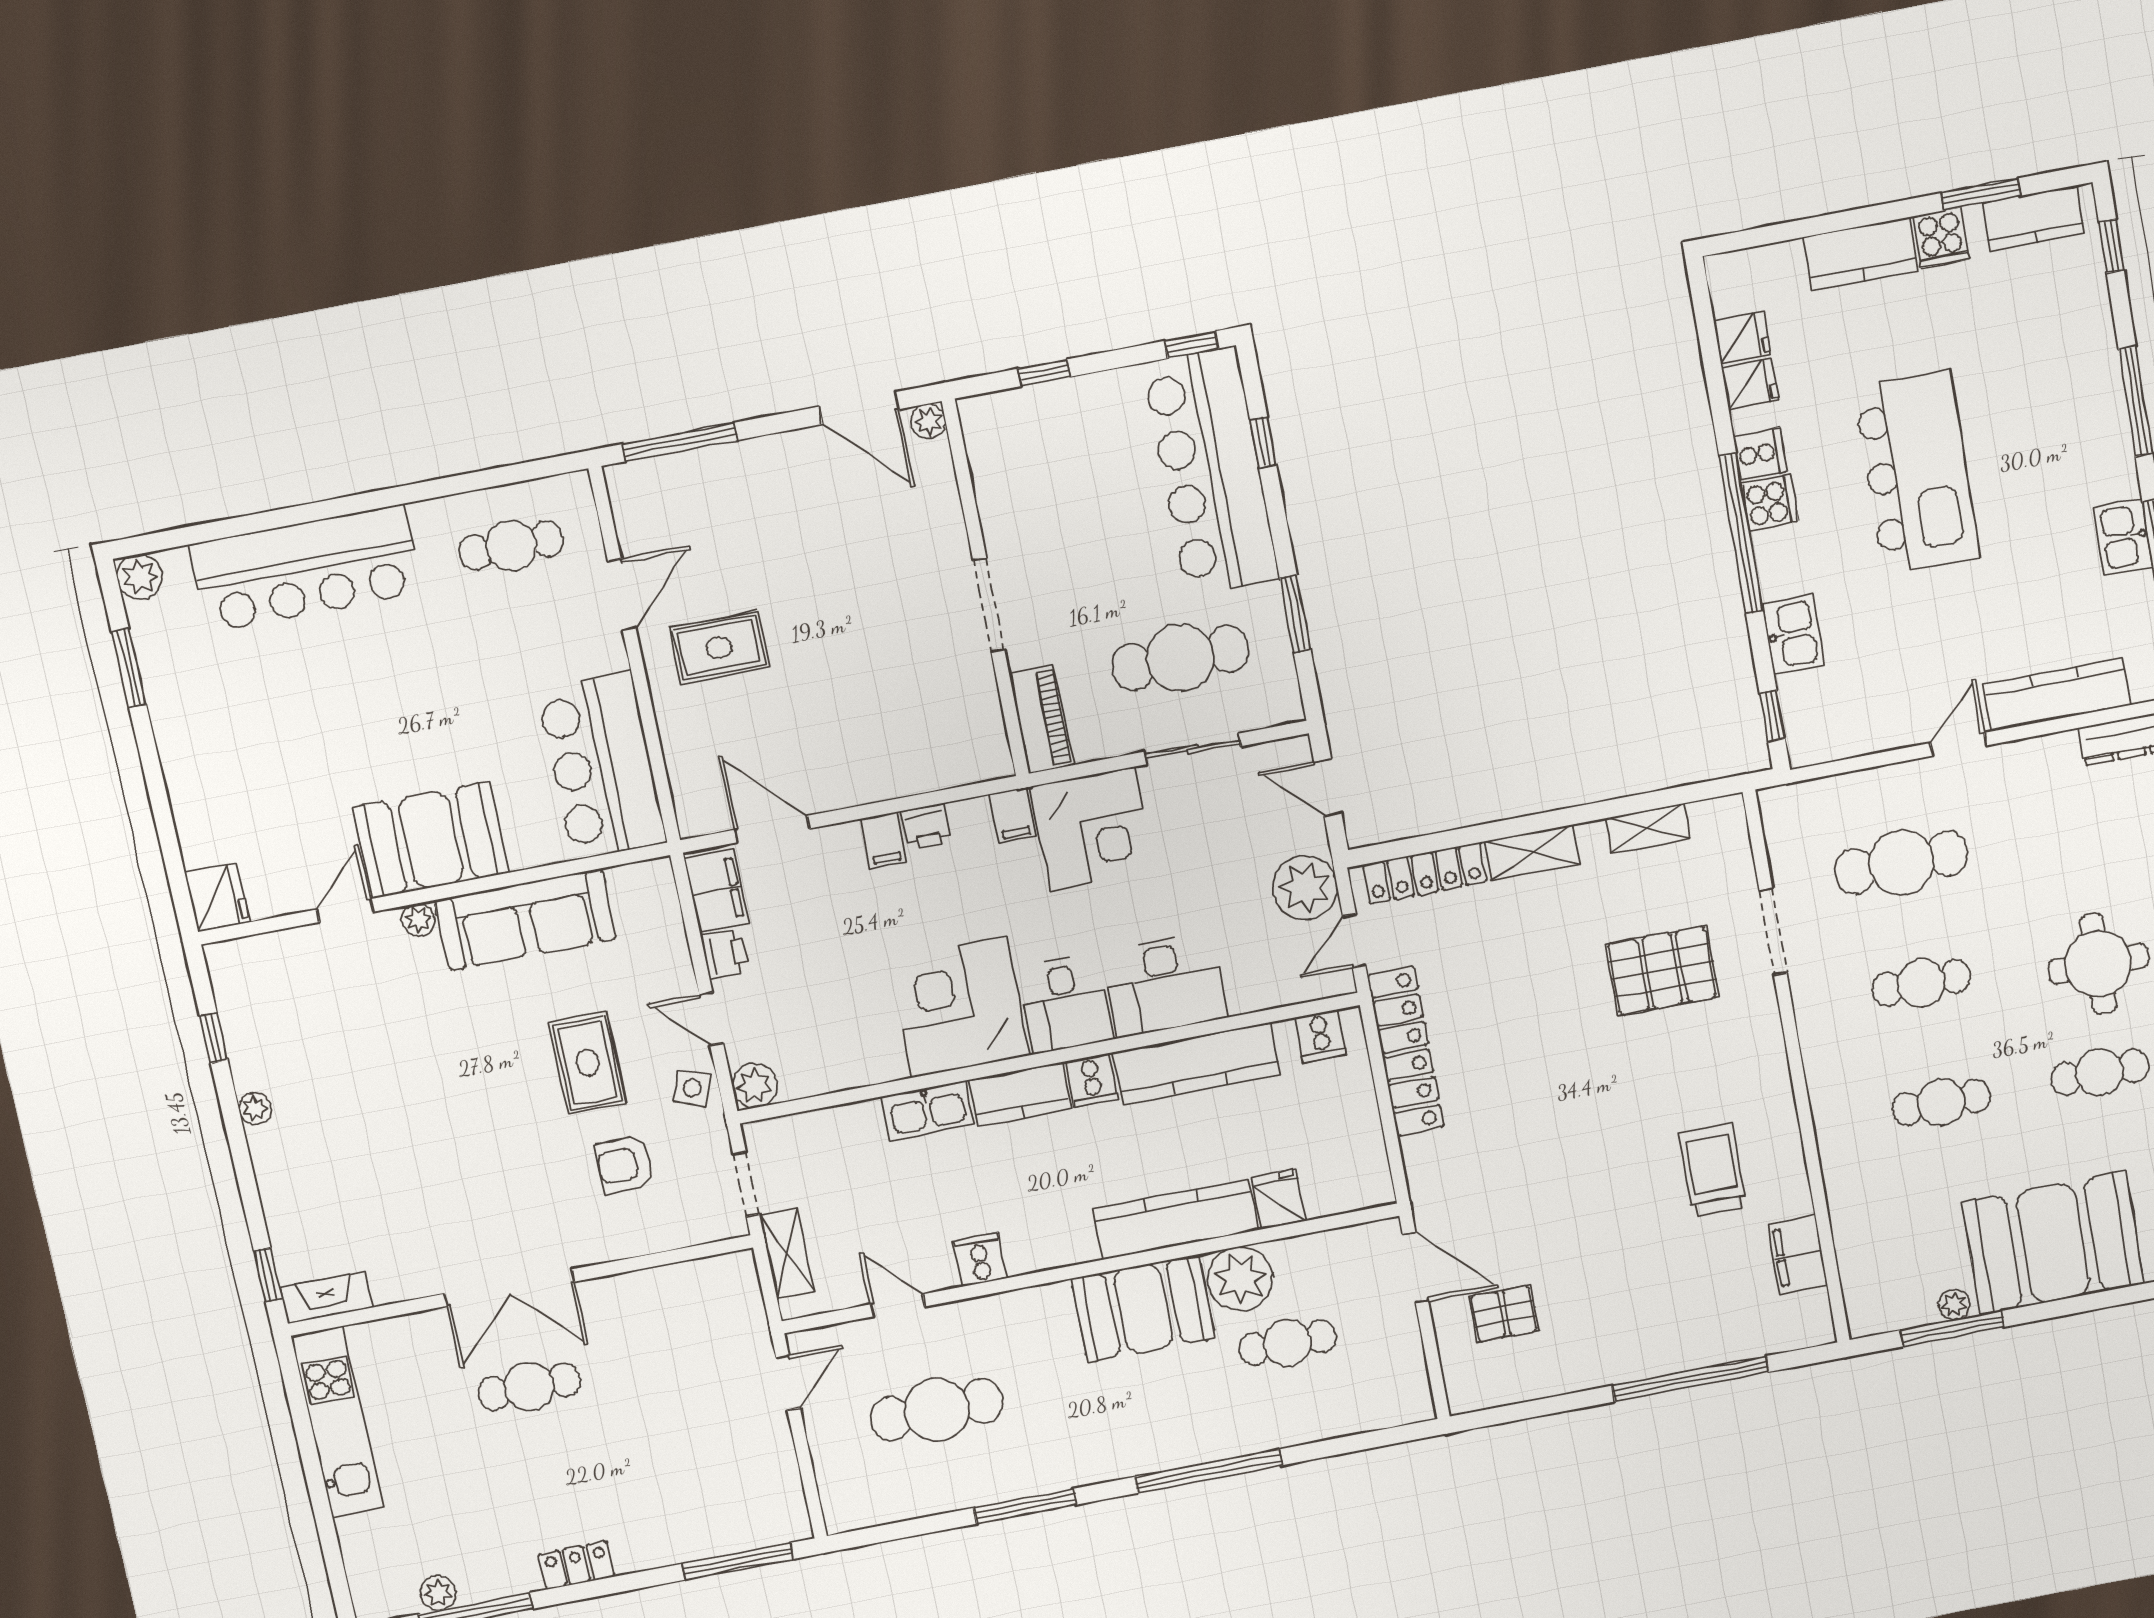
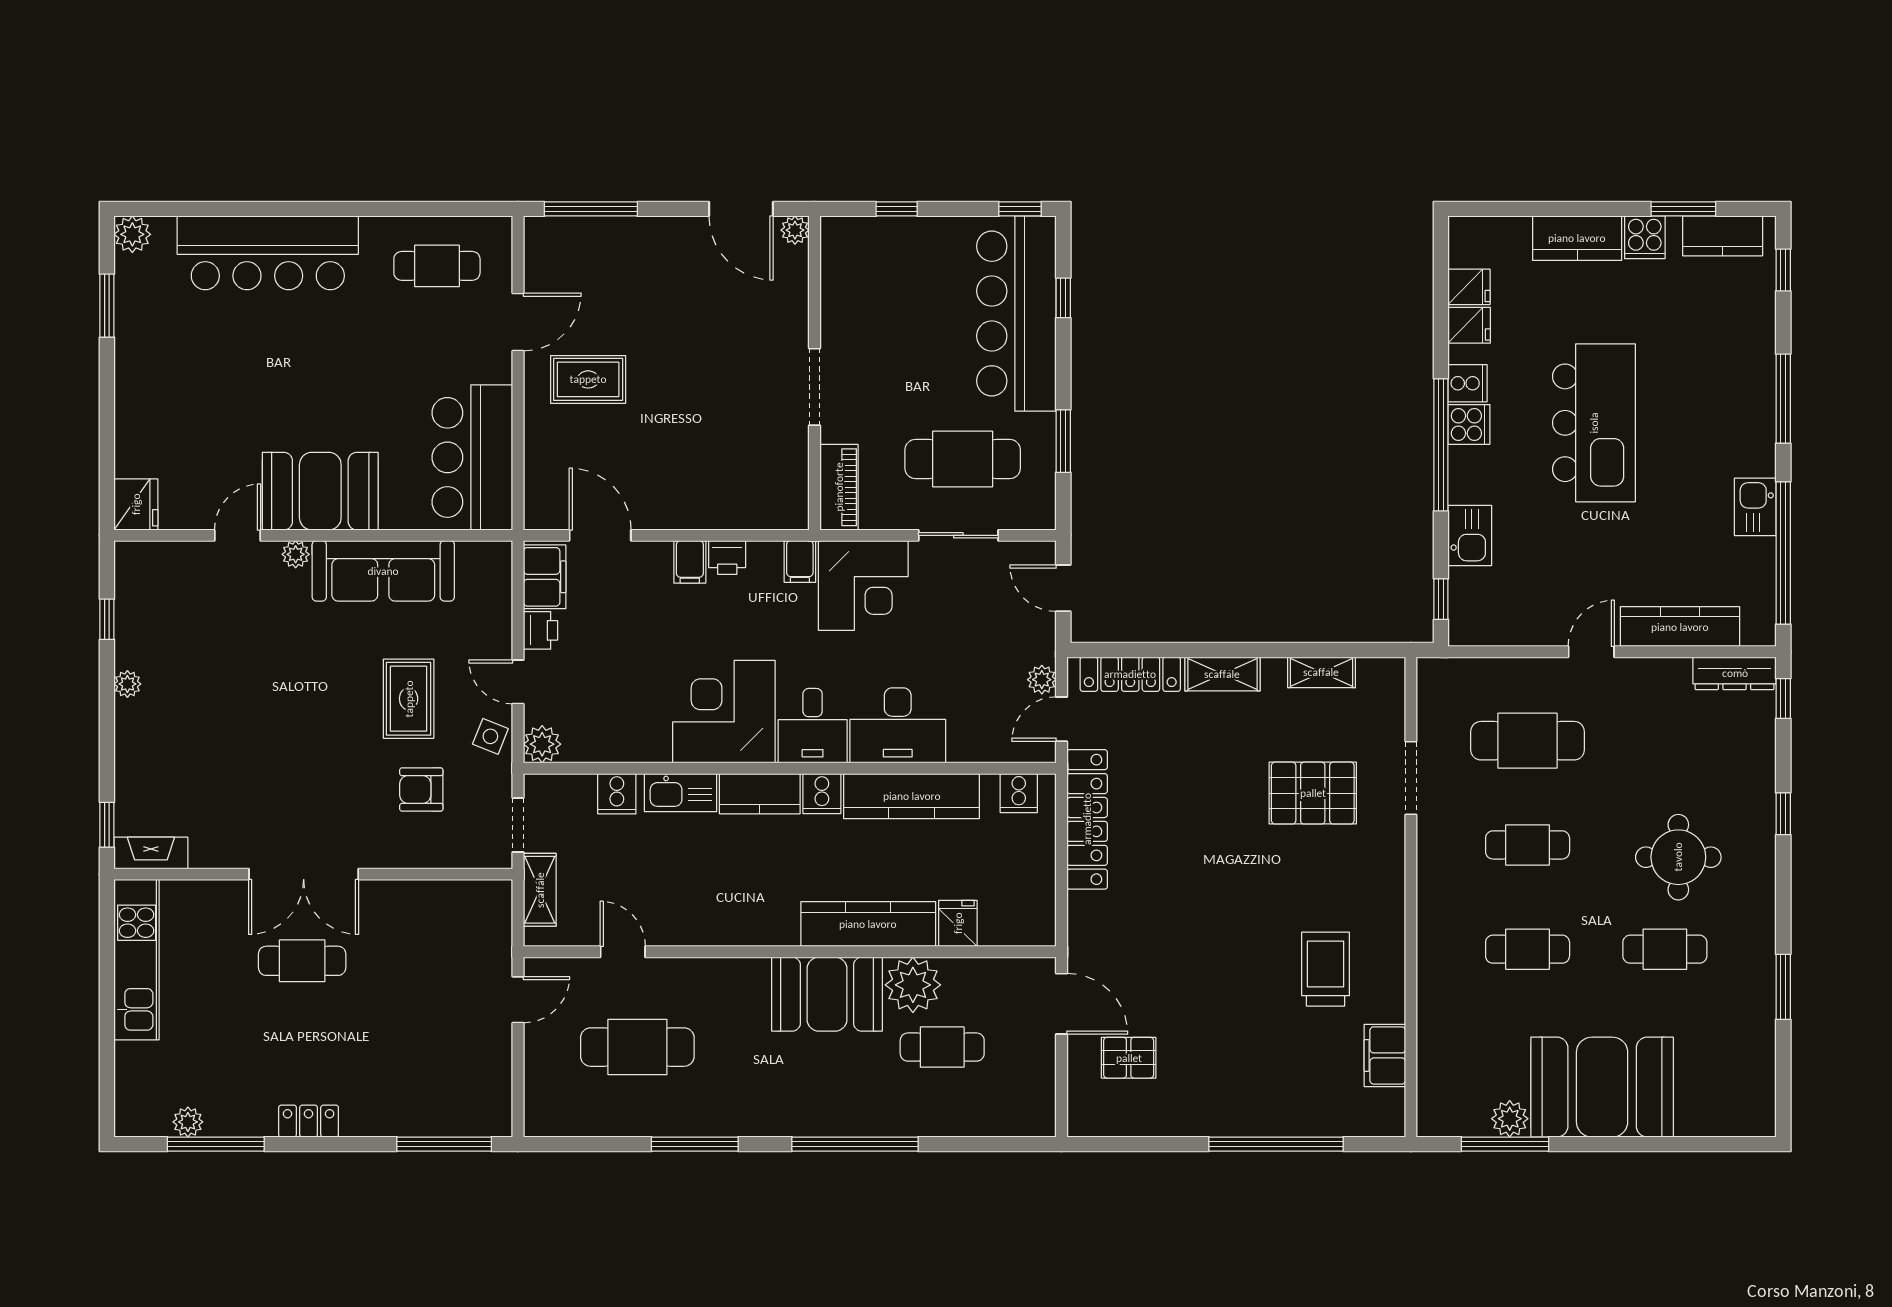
plant: (1305, 887) -> (1042, 680), width x0.53, depth x0.53
cooker: (980, 1259) -> (617, 794), moved, turned 180
plant: (1954, 1305) -> (1510, 1119), width x1.38, depth x1.38

